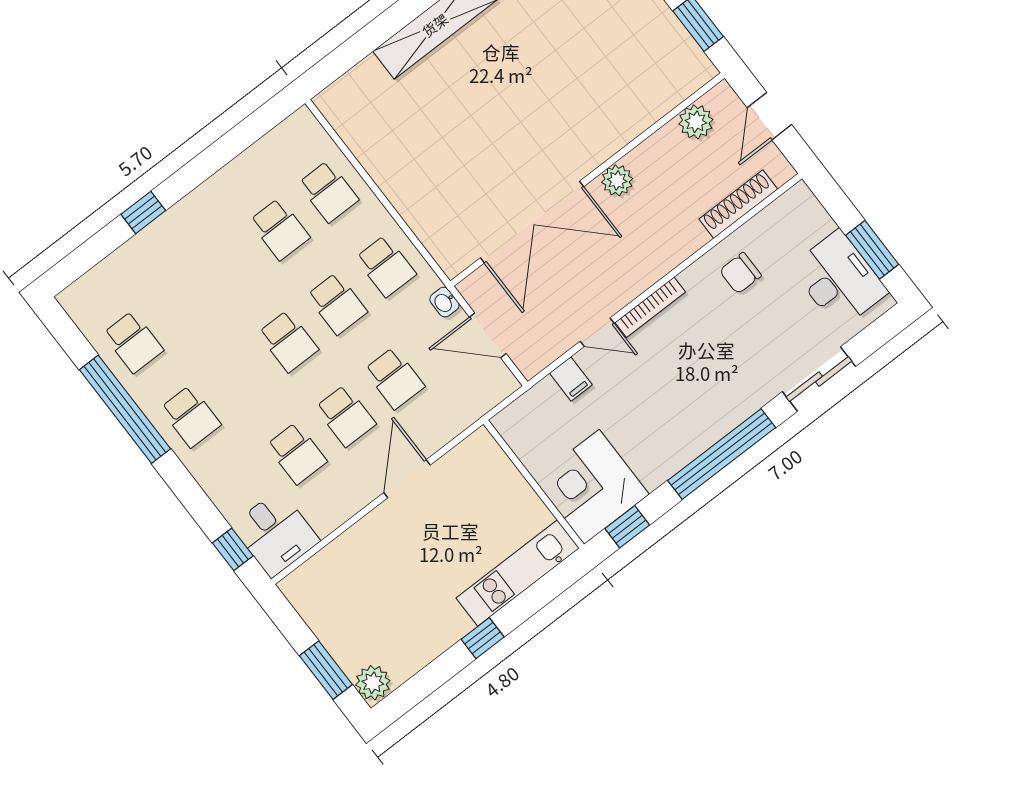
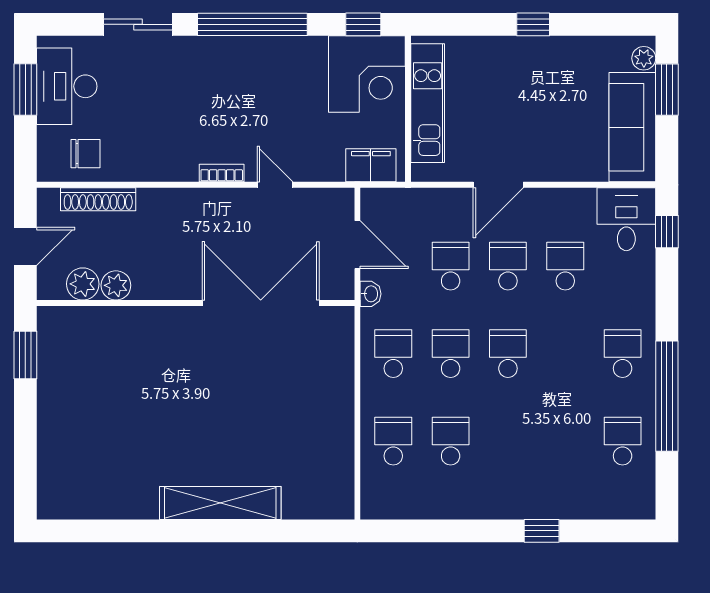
plant: (617, 180) -> (116, 285), moved
chair: (740, 273) -> (86, 154), moved
bookcase: (650, 307) -> (222, 173), width x0.64
filing cabinet: (571, 379) -> (371, 165), moved, width x2.00
kitchen unit: (518, 573) -> (428, 103), moved, turned -90
sofa: (331, 616) -> (632, 127), added
plant: (373, 683) -> (644, 58), width x0.73, depth x0.73

